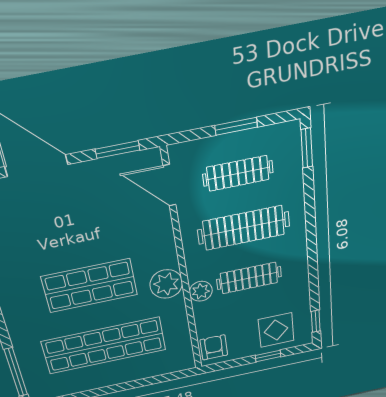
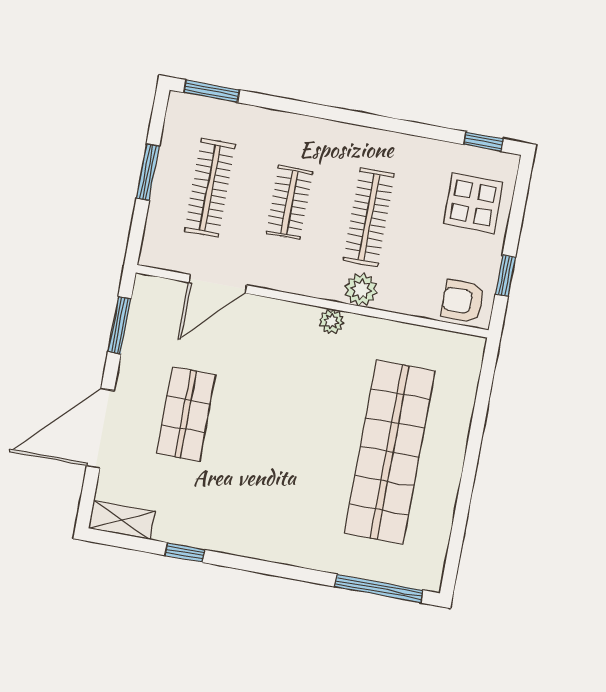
door: (169, 185) -> (218, 284), moved
clothes rail: (244, 228) -> (289, 203), width x0.54, depth x0.76
plant: (166, 284) -> (331, 321), width x0.53, depth x0.53
shop shelf: (90, 286) -> (186, 414), moved, width x0.70, depth x0.74
window: (268, 356) -> (505, 276), moved

